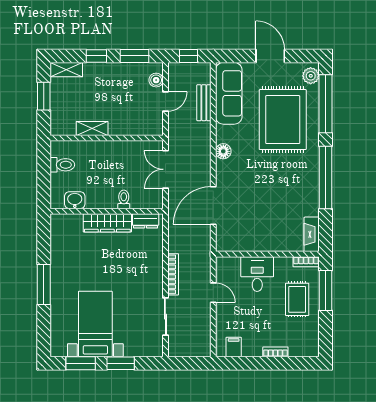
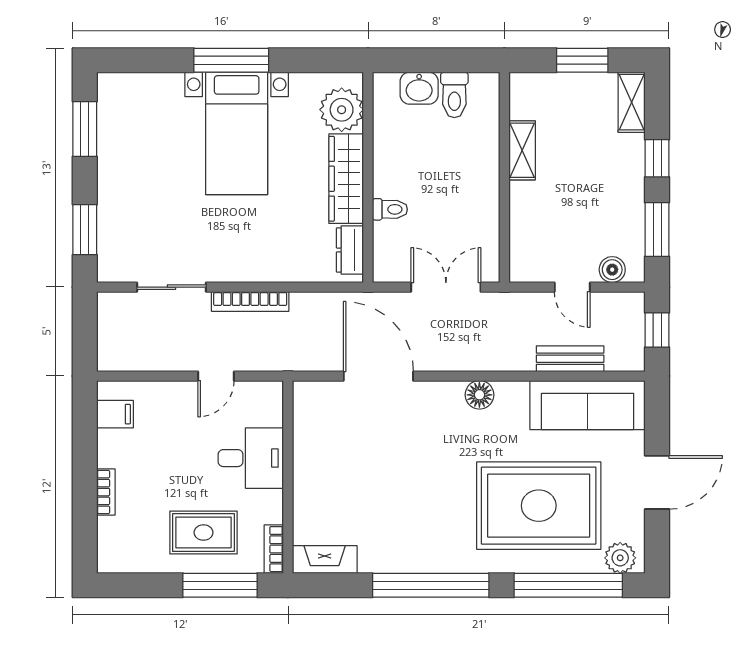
washbasin: (75, 200) -> (419, 88), moved, turned 90
plant: (70, 225) -> (342, 110), added
bed with nightstands: (95, 324) -> (237, 133), moved, turned 90
window: (121, 363) -> (85, 230), moved

